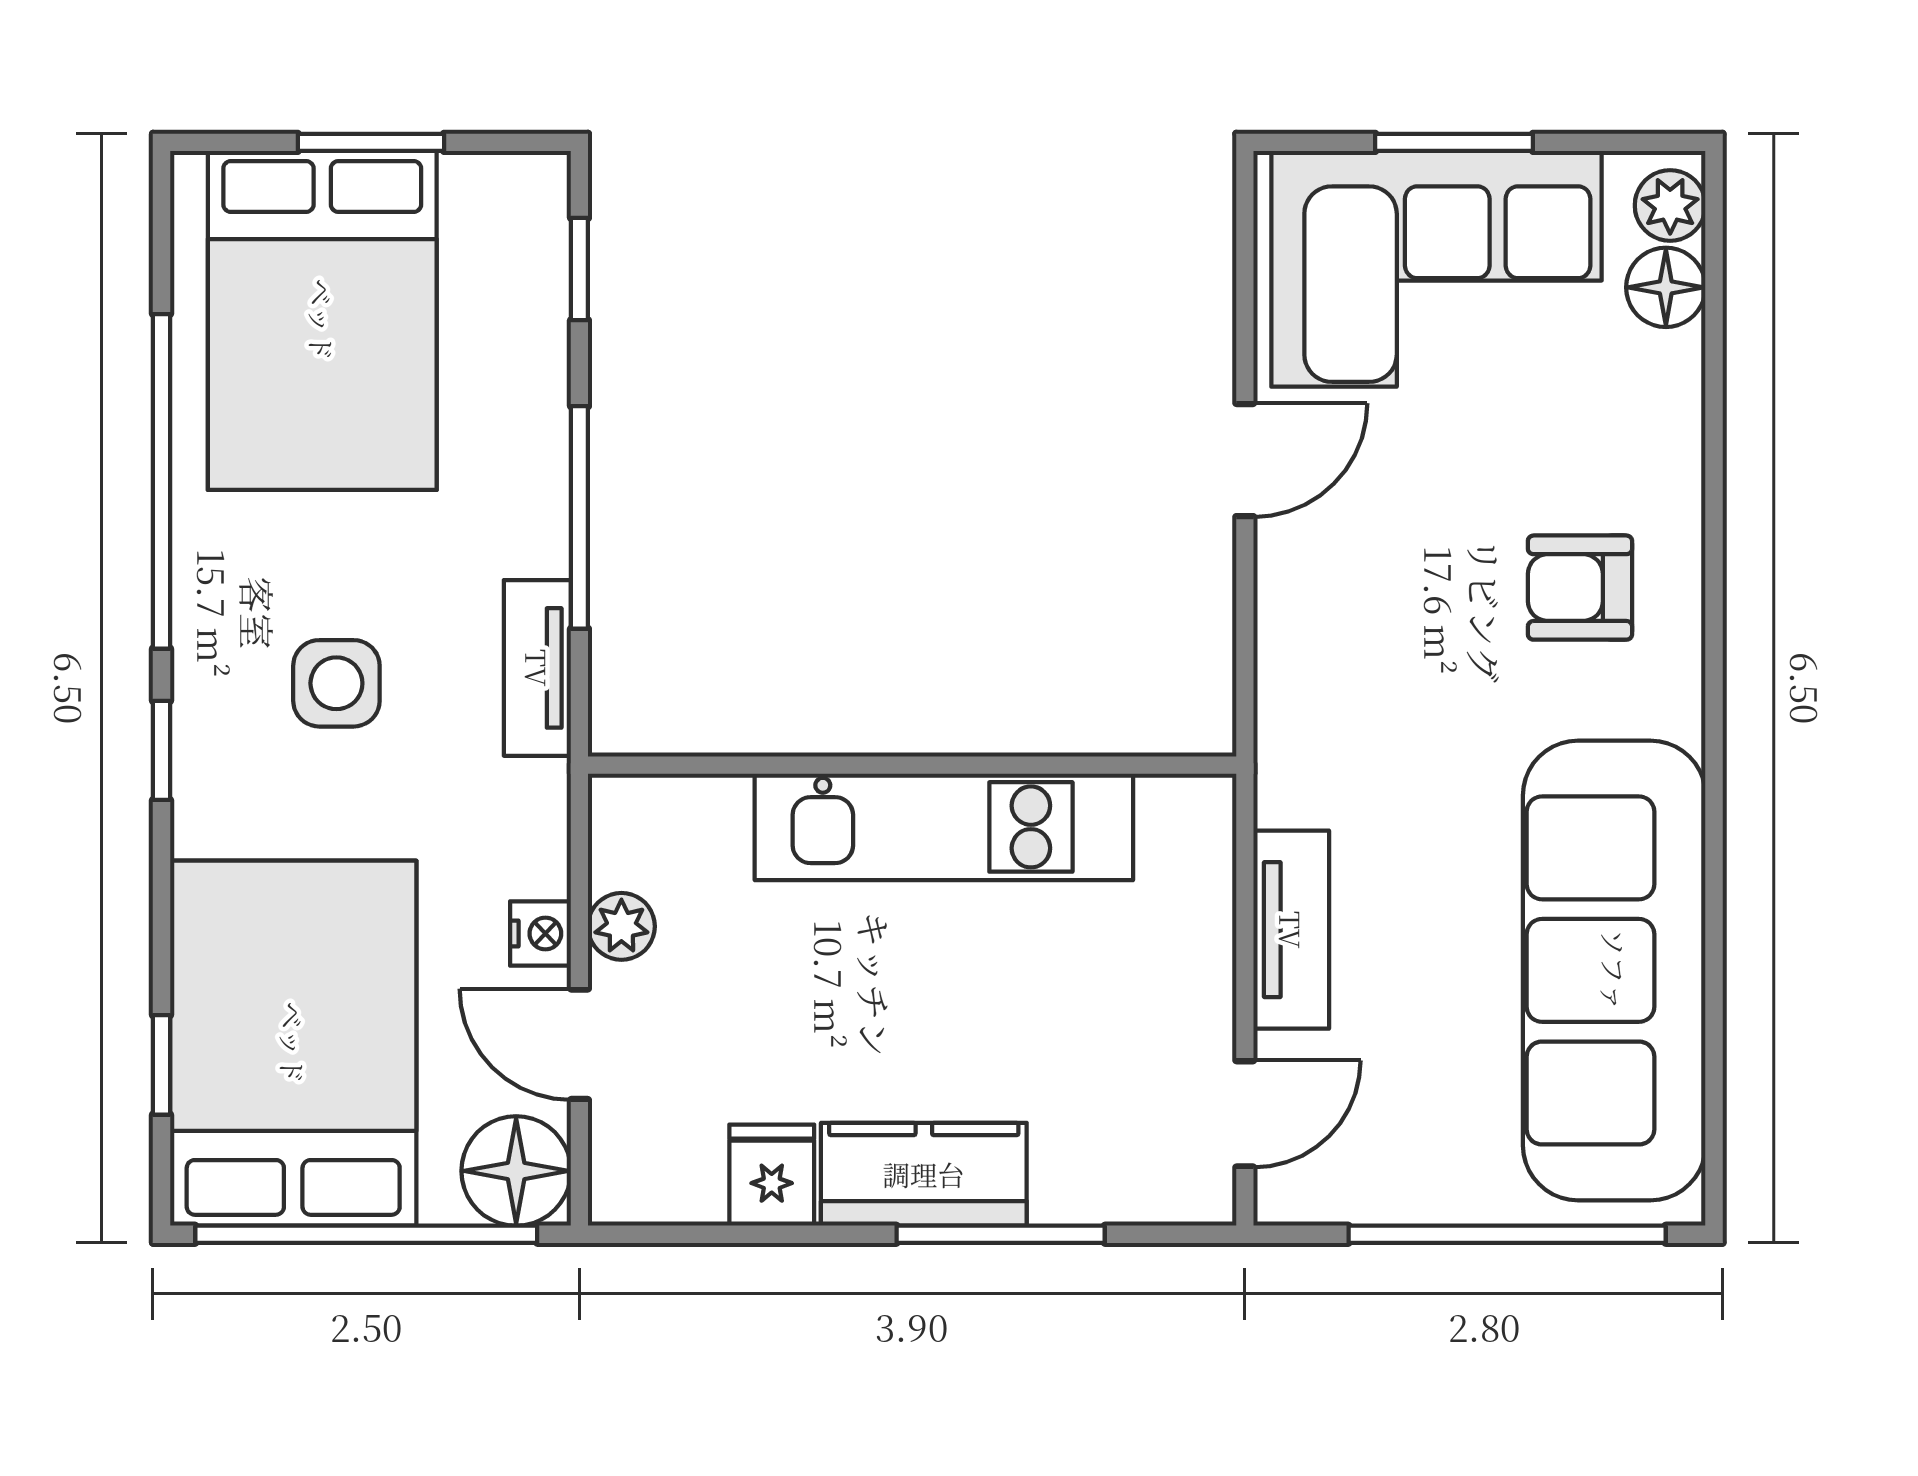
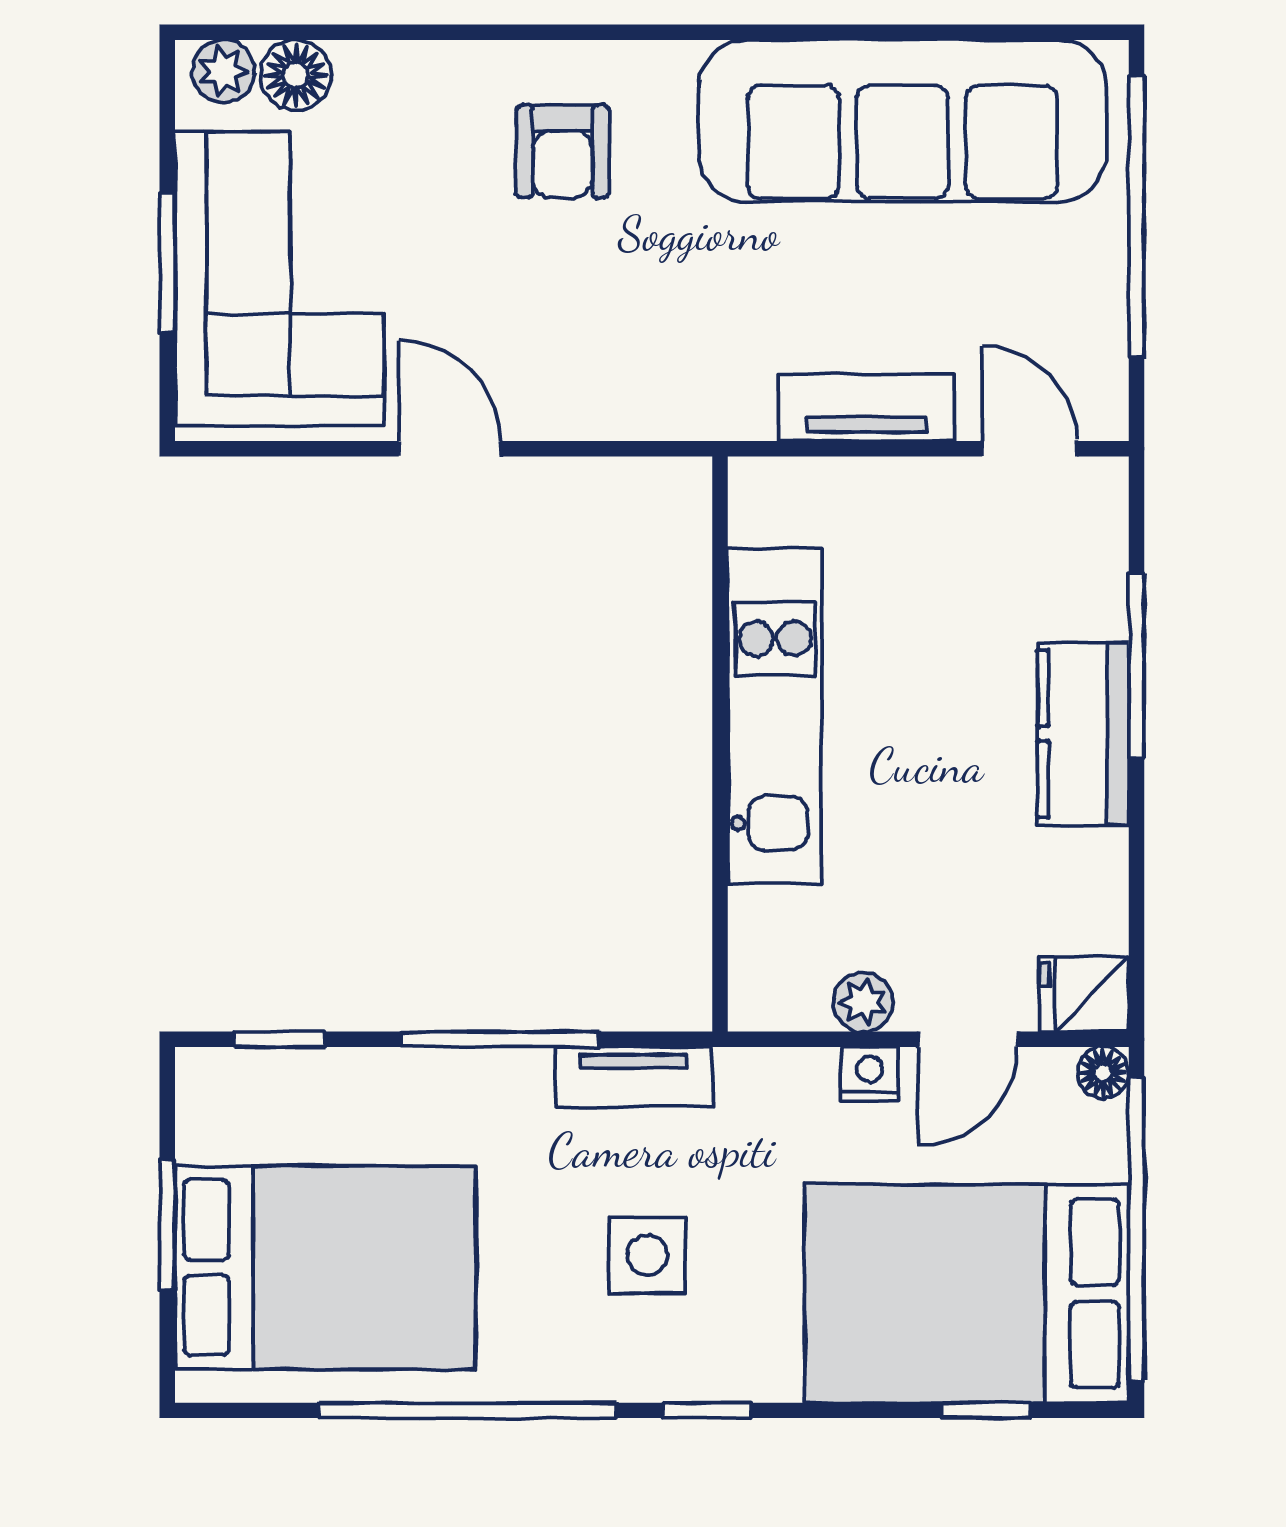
floor lamp: (516, 1171) -> (1103, 1073), width x0.53, depth x0.53
fridge: (772, 1175) -> (1084, 994), moved

